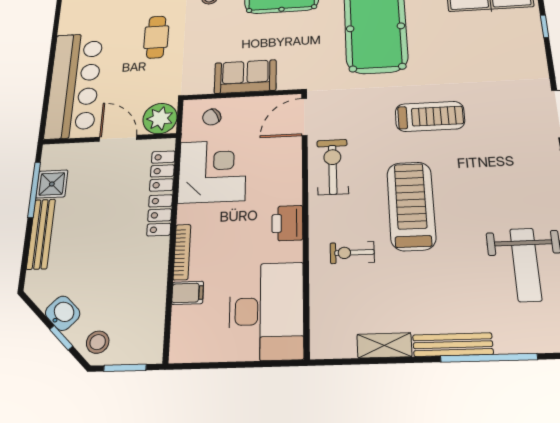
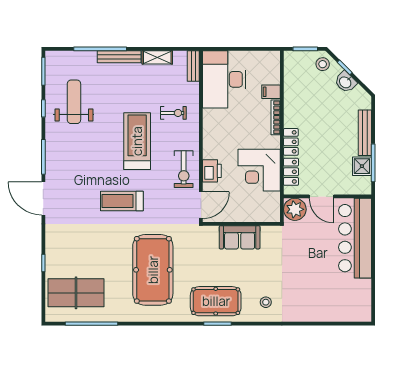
cafe table: (156, 37) -> (301, 272), removed
chair: (212, 117) -> (261, 208), removed
treadmill: (411, 206) -> (137, 141), turned 180
printer: (287, 223) -> (212, 171), moved
bench: (320, 332) -> (193, 66), added

